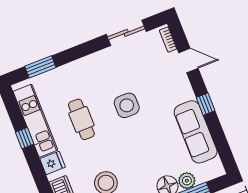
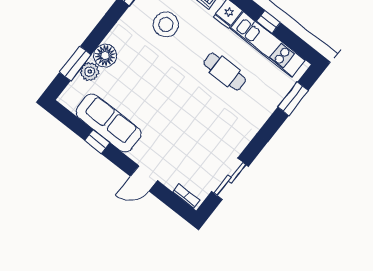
door: (188, 60) -> (144, 178), moved
window: (206, 104) -> (97, 142), moved
side table: (127, 105) -> (189, 110), removed

